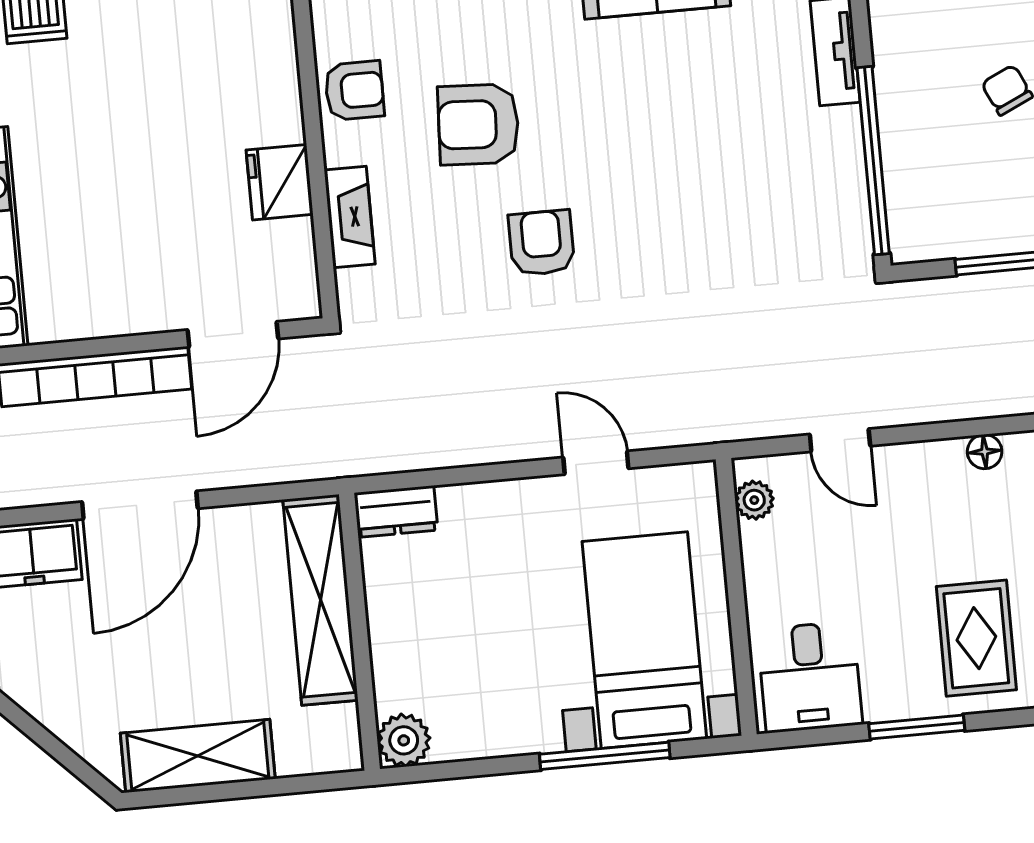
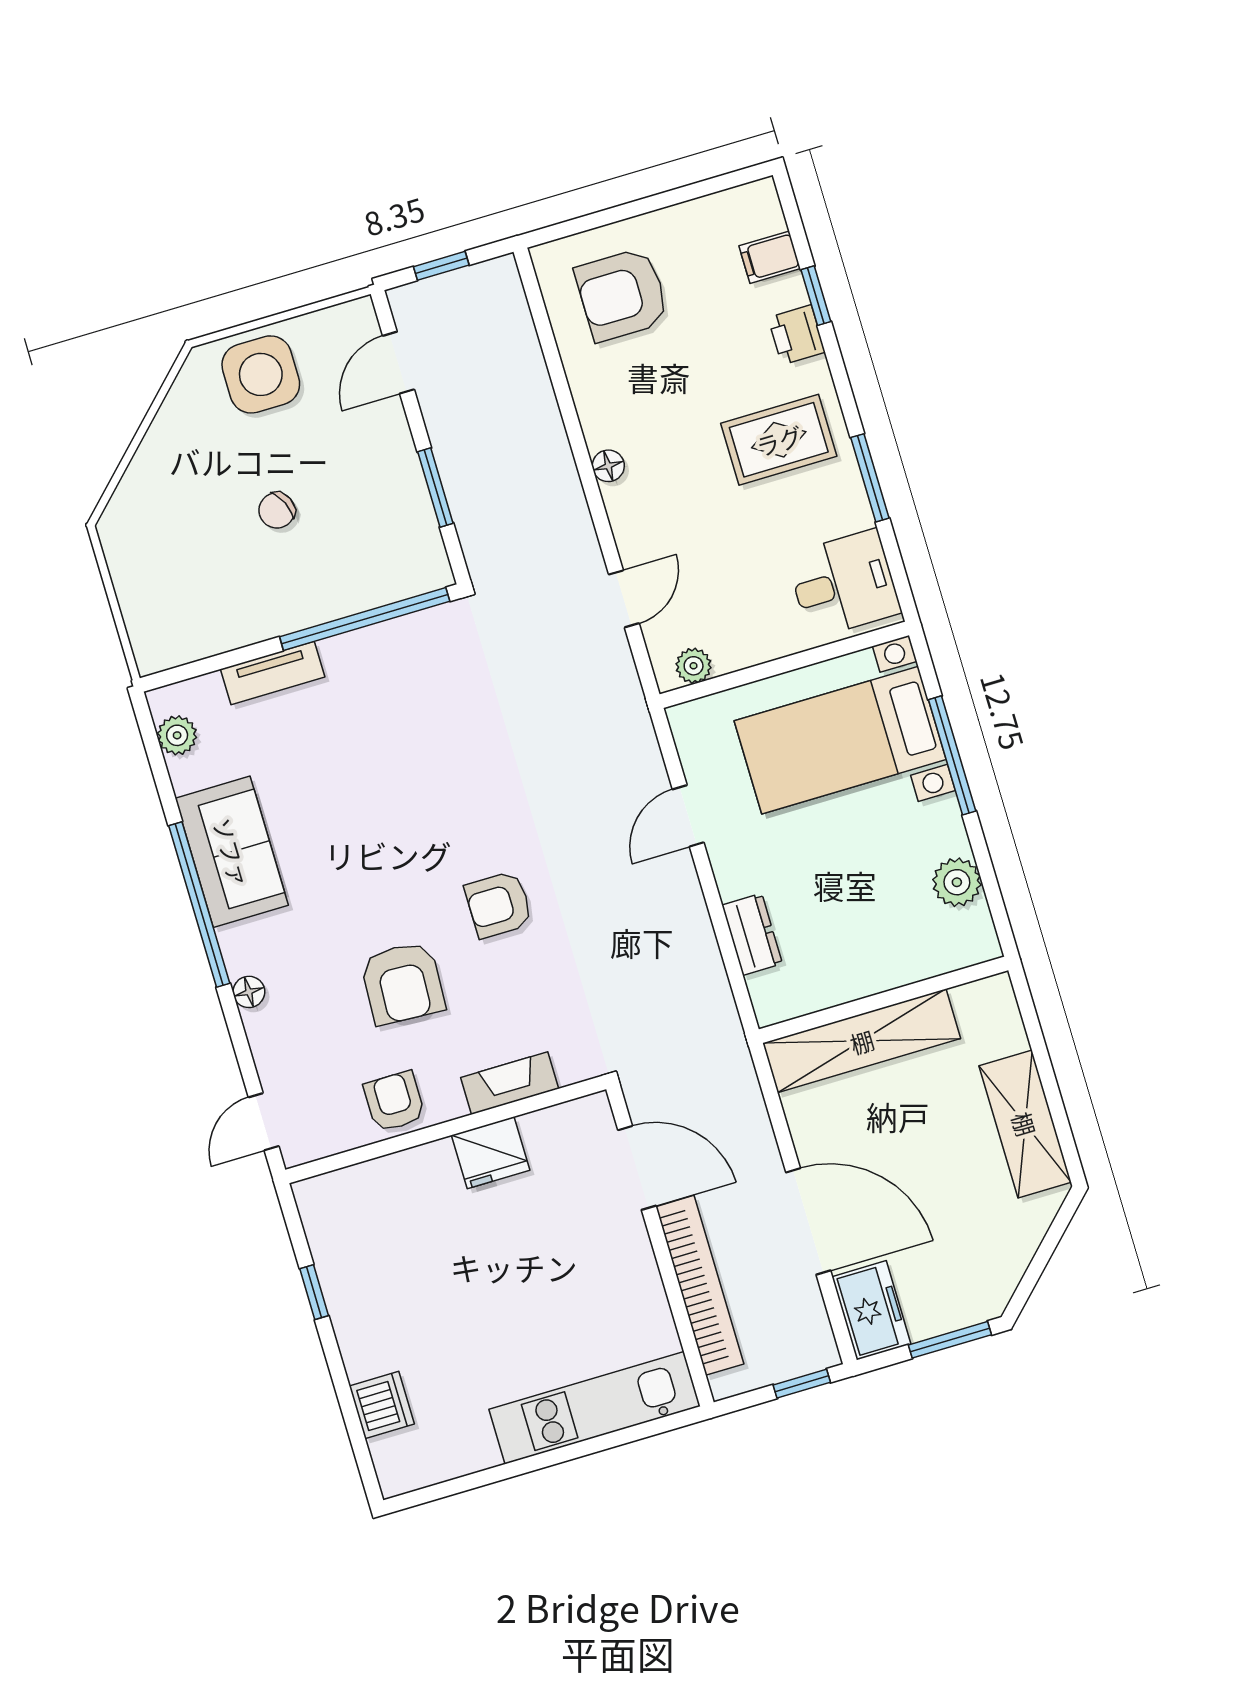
dresser: (396, 512) -> (752, 934), moved
plant: (404, 740) -> (957, 882), moved

